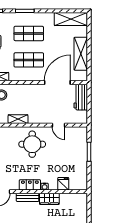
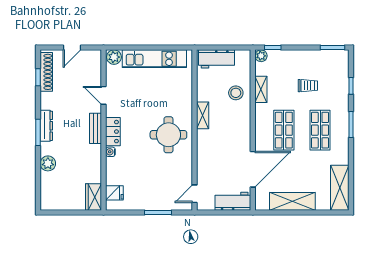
door: (57, 83) -> (253, 169), hinge flipped
door: (58, 125) -> (195, 194), moved
fridge: (63, 184) -> (114, 193), moved
wardrobe: (49, 199) -> (94, 197), moved

